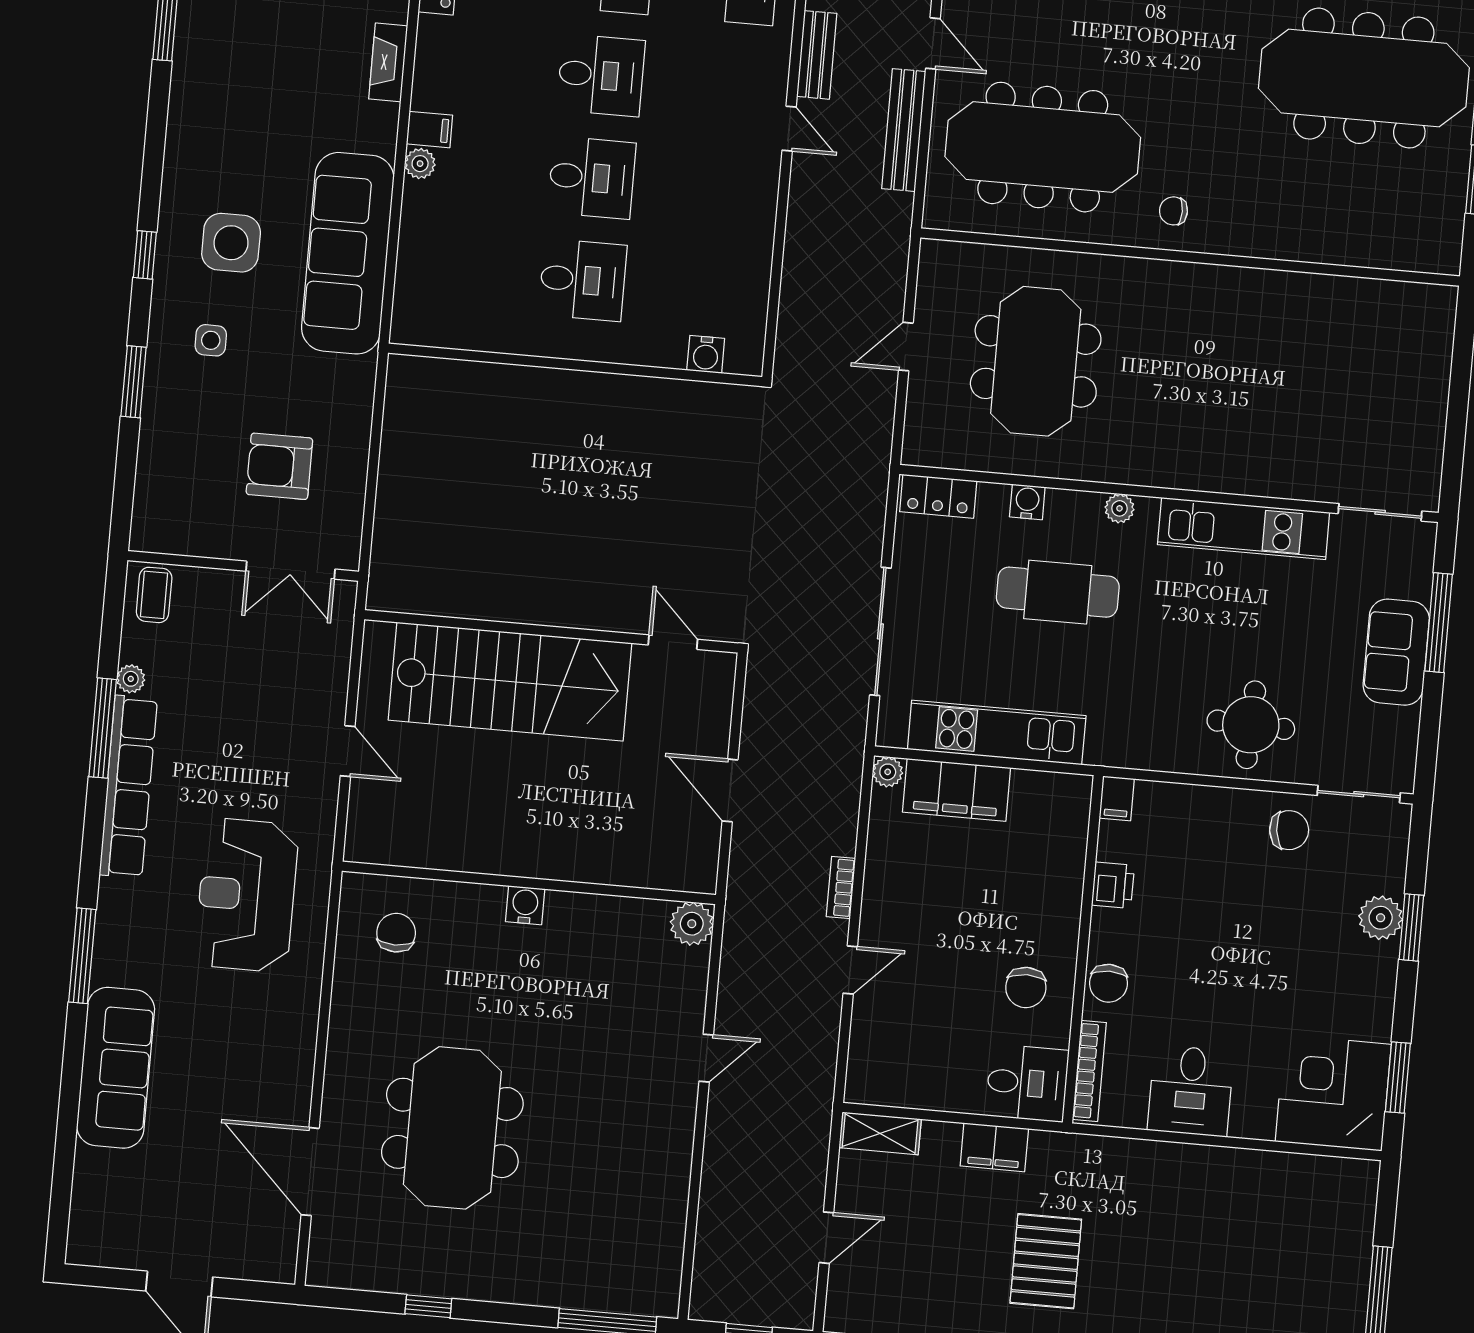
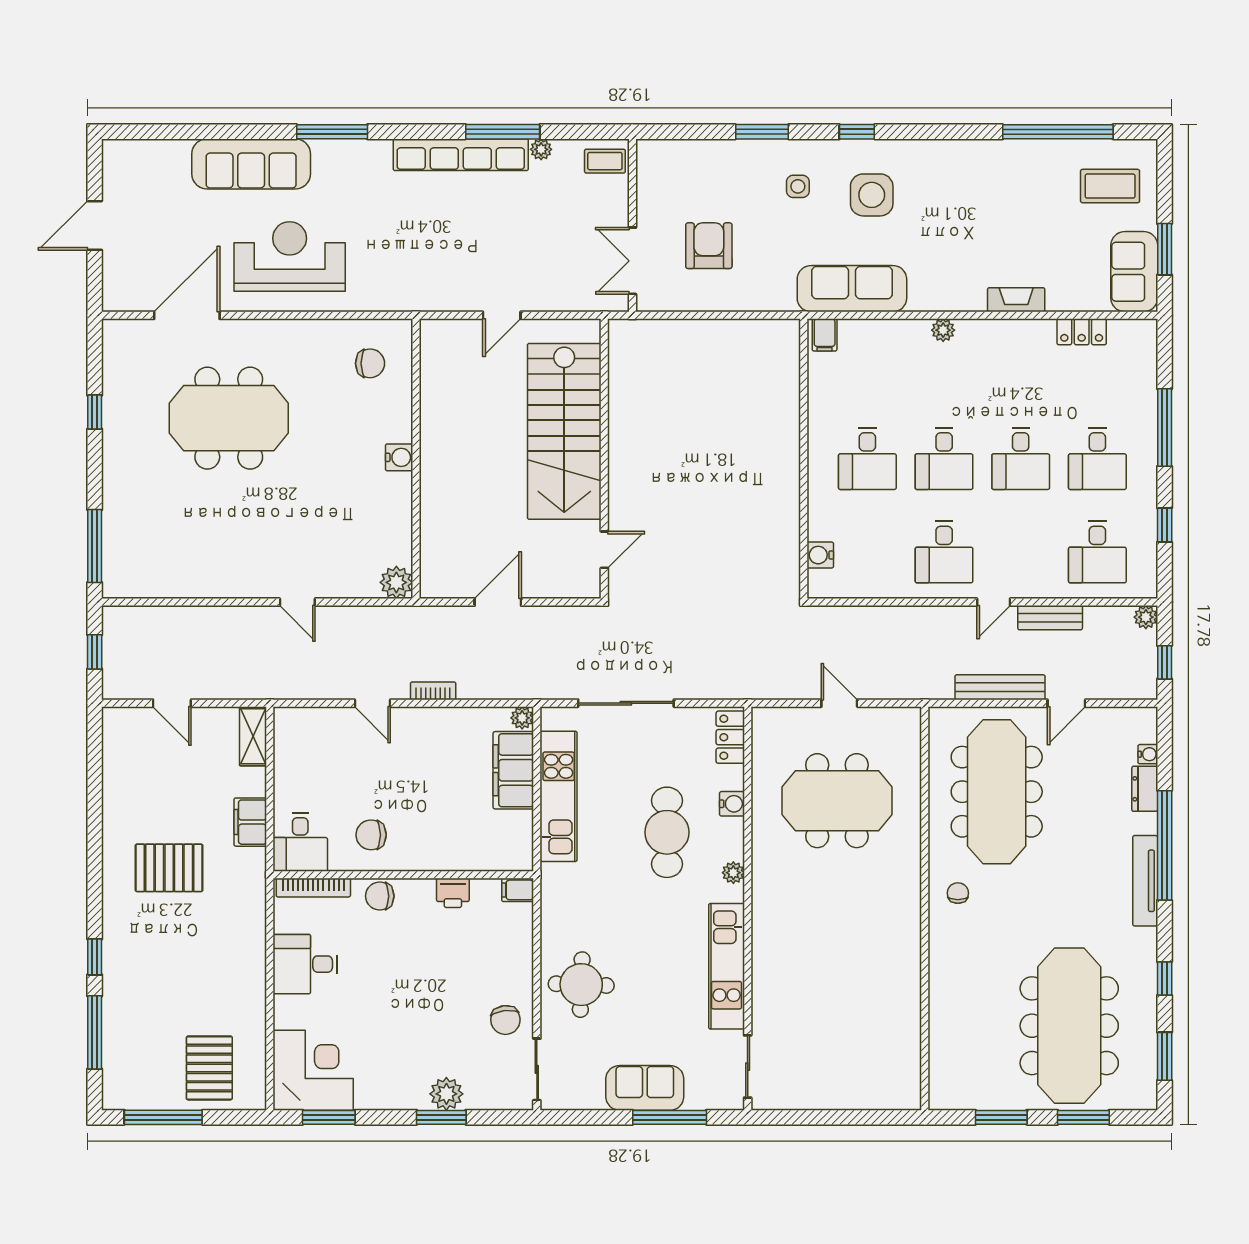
filing cabinet: (430, 130) -> (825, 335), moved
desk: (716, 189) -> (944, 552), added
sofa: (348, 253) -> (852, 289), width x0.74, depth x0.79
reception desk: (247, 895) -> (290, 257), moved
pallet: (1318, 1231) -> (209, 1068), added

